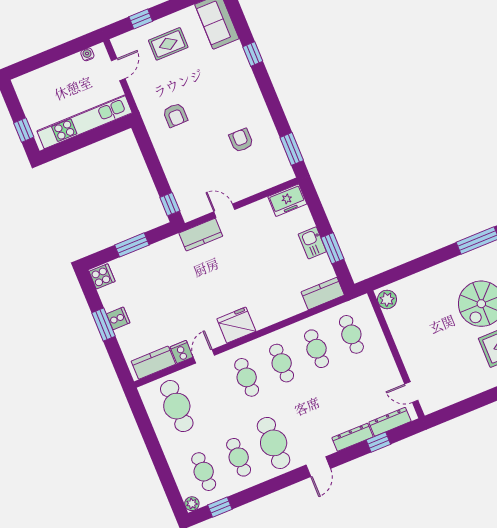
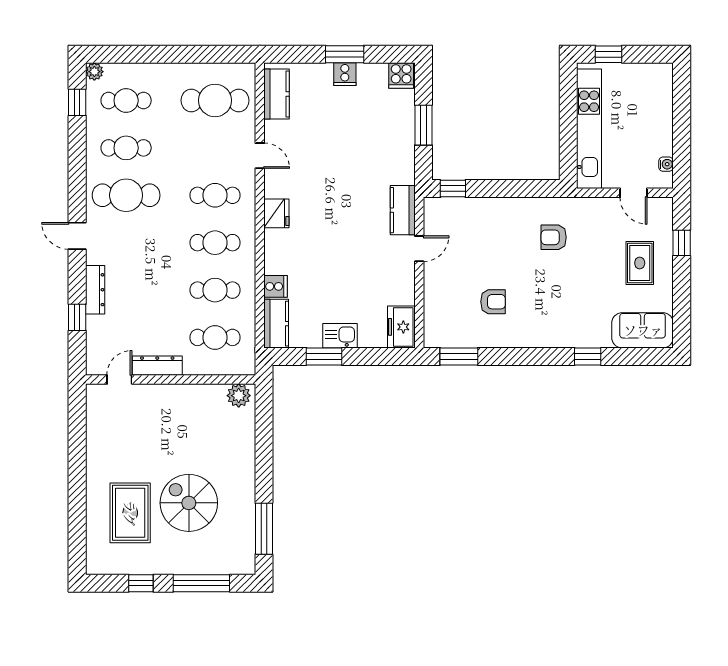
fridge: (236, 325) -> (276, 213), width x0.73, depth x0.75
cooker: (182, 352) -> (275, 286), moved
dresser: (390, 422) -> (157, 366), moved, turned -90

